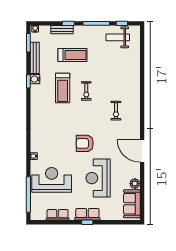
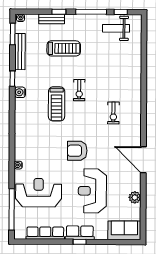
water cooler: (35, 79) -> (20, 92), moved
treadmill: (63, 88) -> (57, 104), moved
sofa: (132, 204) -> (124, 230), moved, turned 90
row of seats: (58, 215) -> (45, 233), width x1.48

